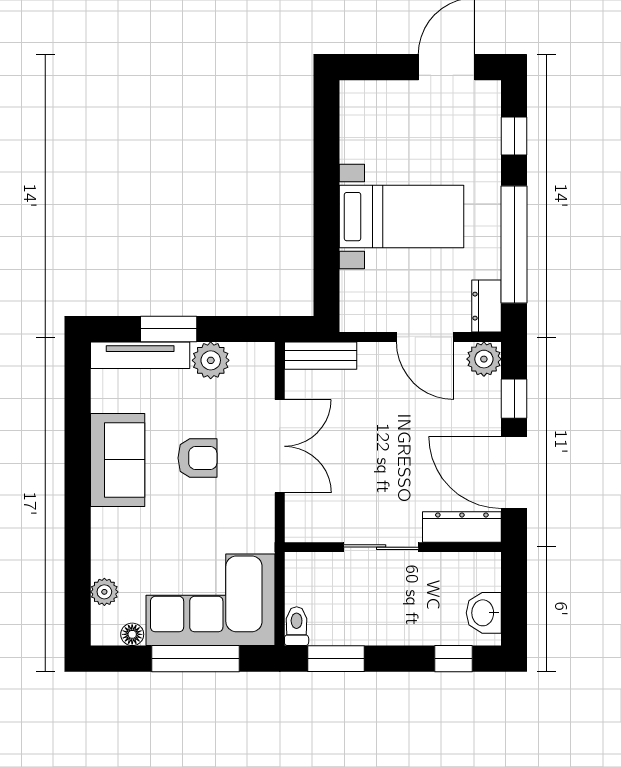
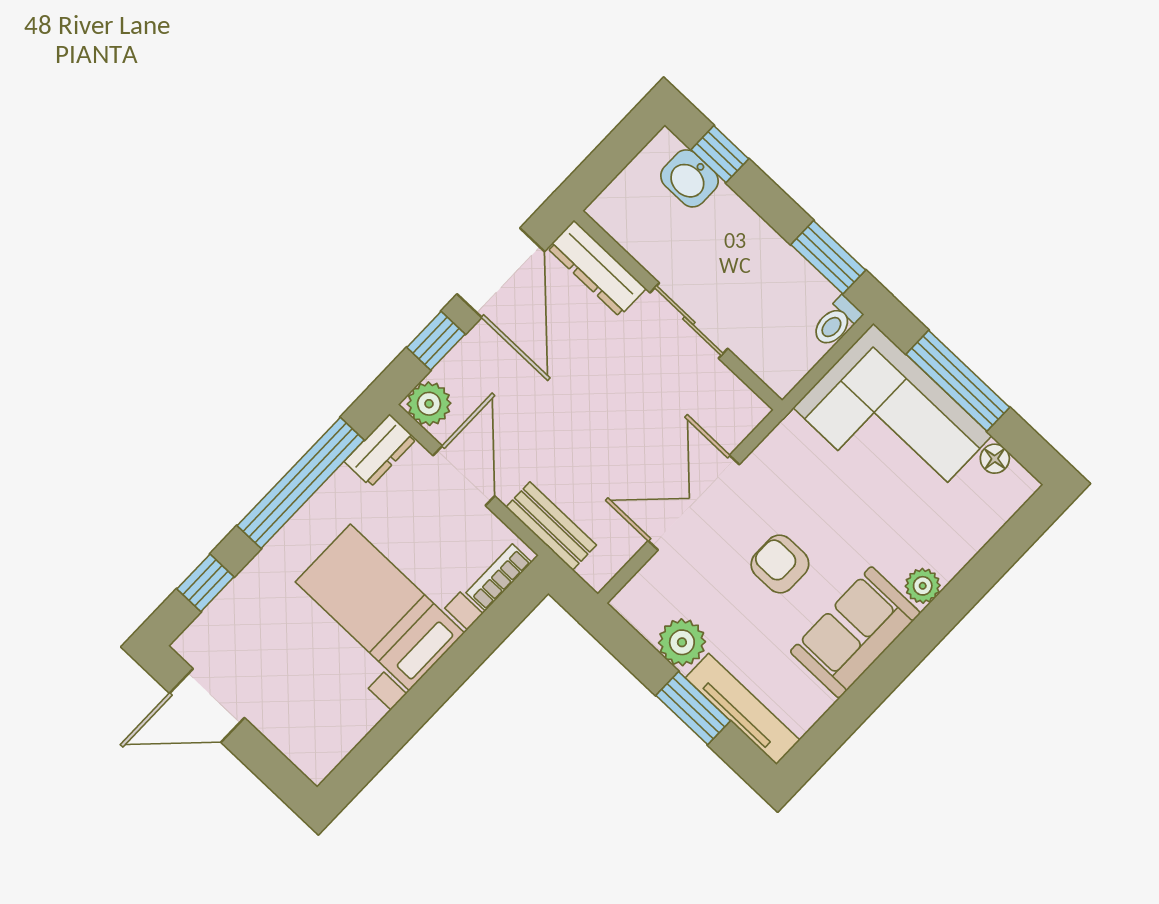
bookcase: (350, 298) -> (499, 577), added
bench: (321, 356) -> (551, 526), moved
plant: (104, 592) -> (923, 586), moved
washbasin: (484, 613) -> (689, 178), moved, turned 90

